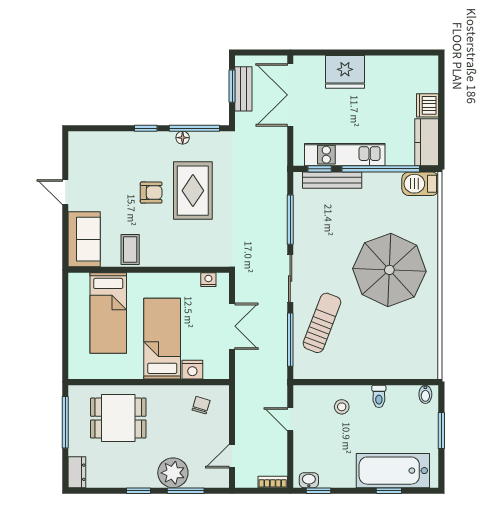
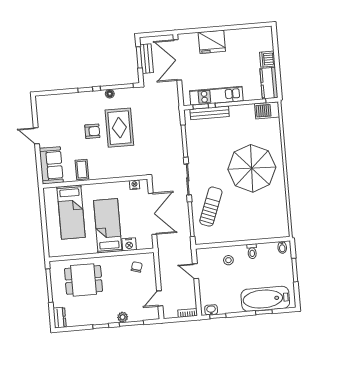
double door: (232, 326) -> (152, 214), width x1.37
plant: (173, 473) -> (123, 317), width x0.53, depth x0.53

